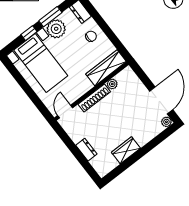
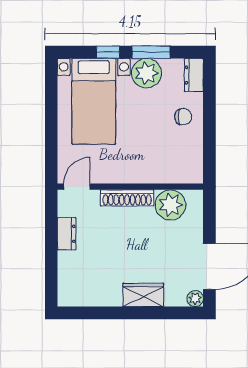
wardrobe: (106, 68) -> (171, 171), removed
plant: (112, 84) -> (171, 205), width x1.88, depth x1.88
dresser: (86, 150) -> (67, 234), moved
wardrobe: (126, 150) -> (143, 295), moved

